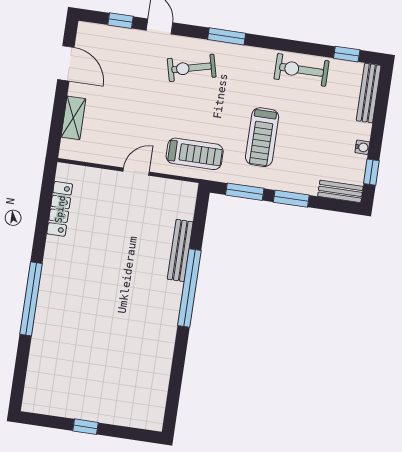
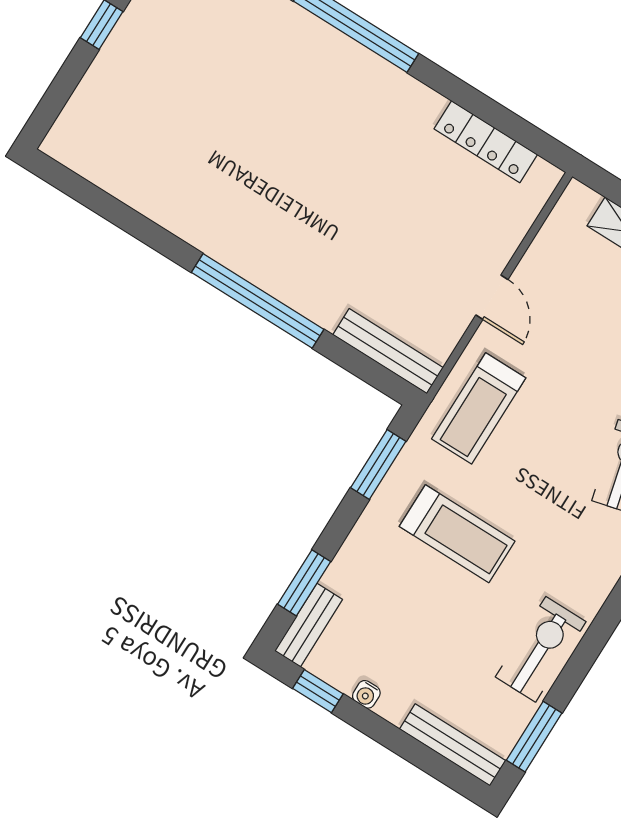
window: (347, 54) -> (534, 737), width x1.50
treadmill: (262, 137) -> (457, 534), turned 180
window: (291, 199) -> (304, 583), moved
bench: (180, 251) -> (388, 351), moved

